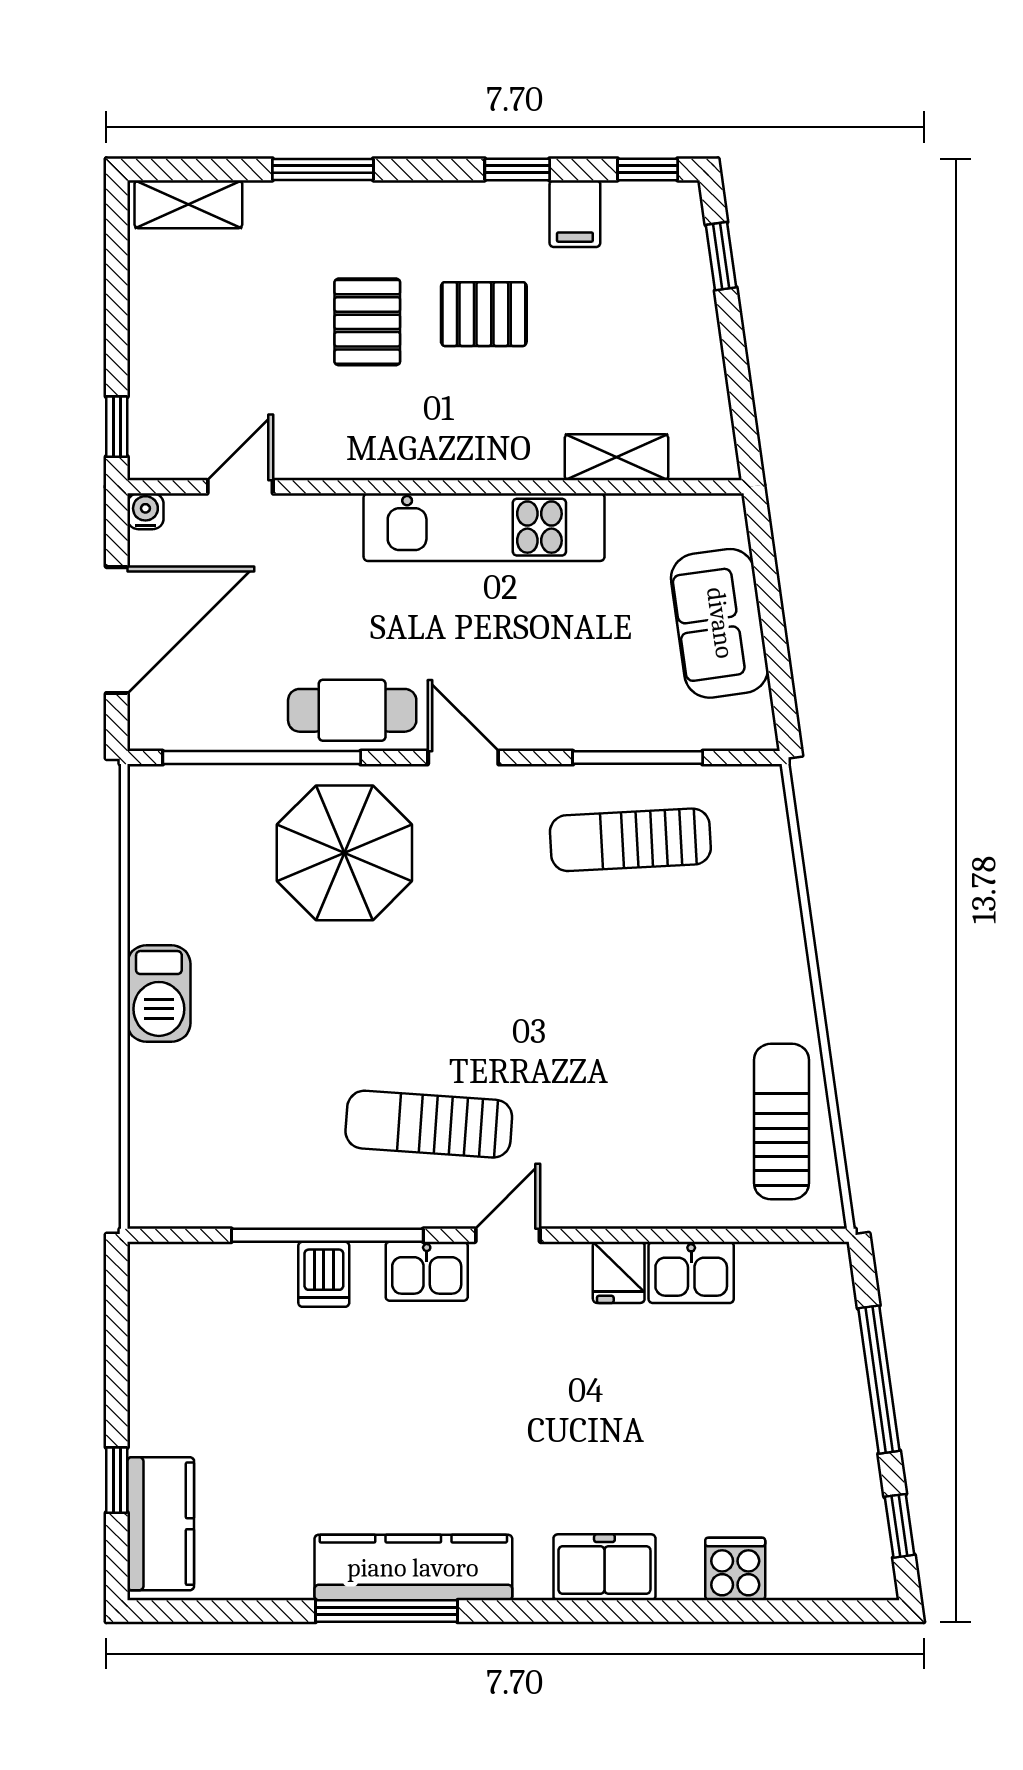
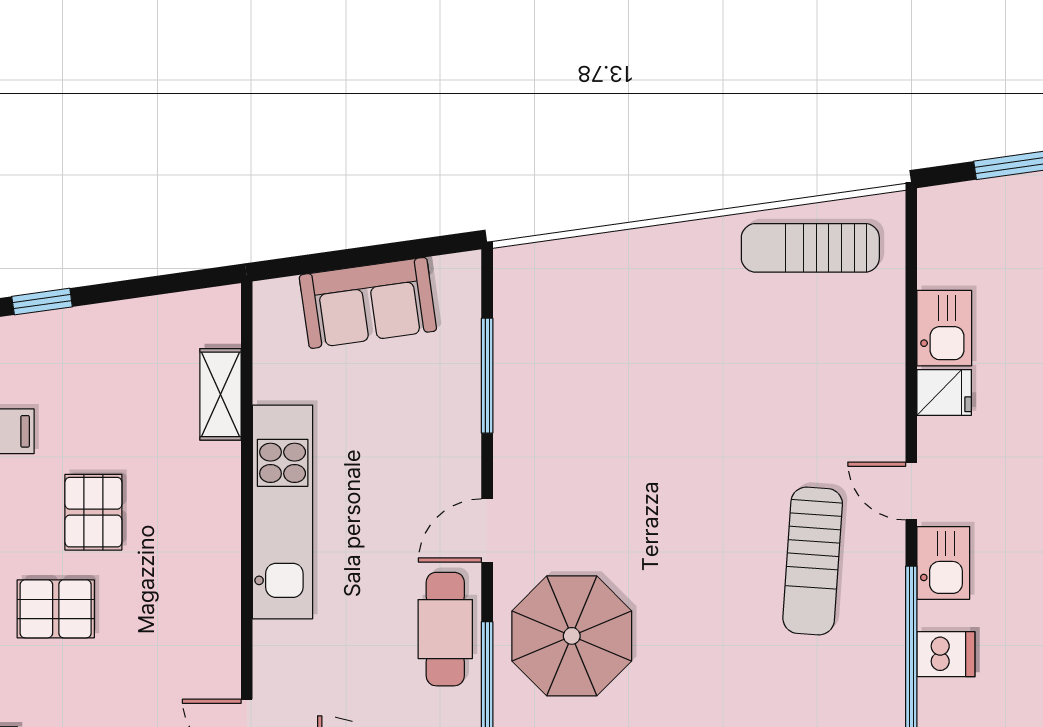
pallet: (367, 322) -> (56, 609), moved
sun lounger: (630, 840) -> (560, 382), removed

